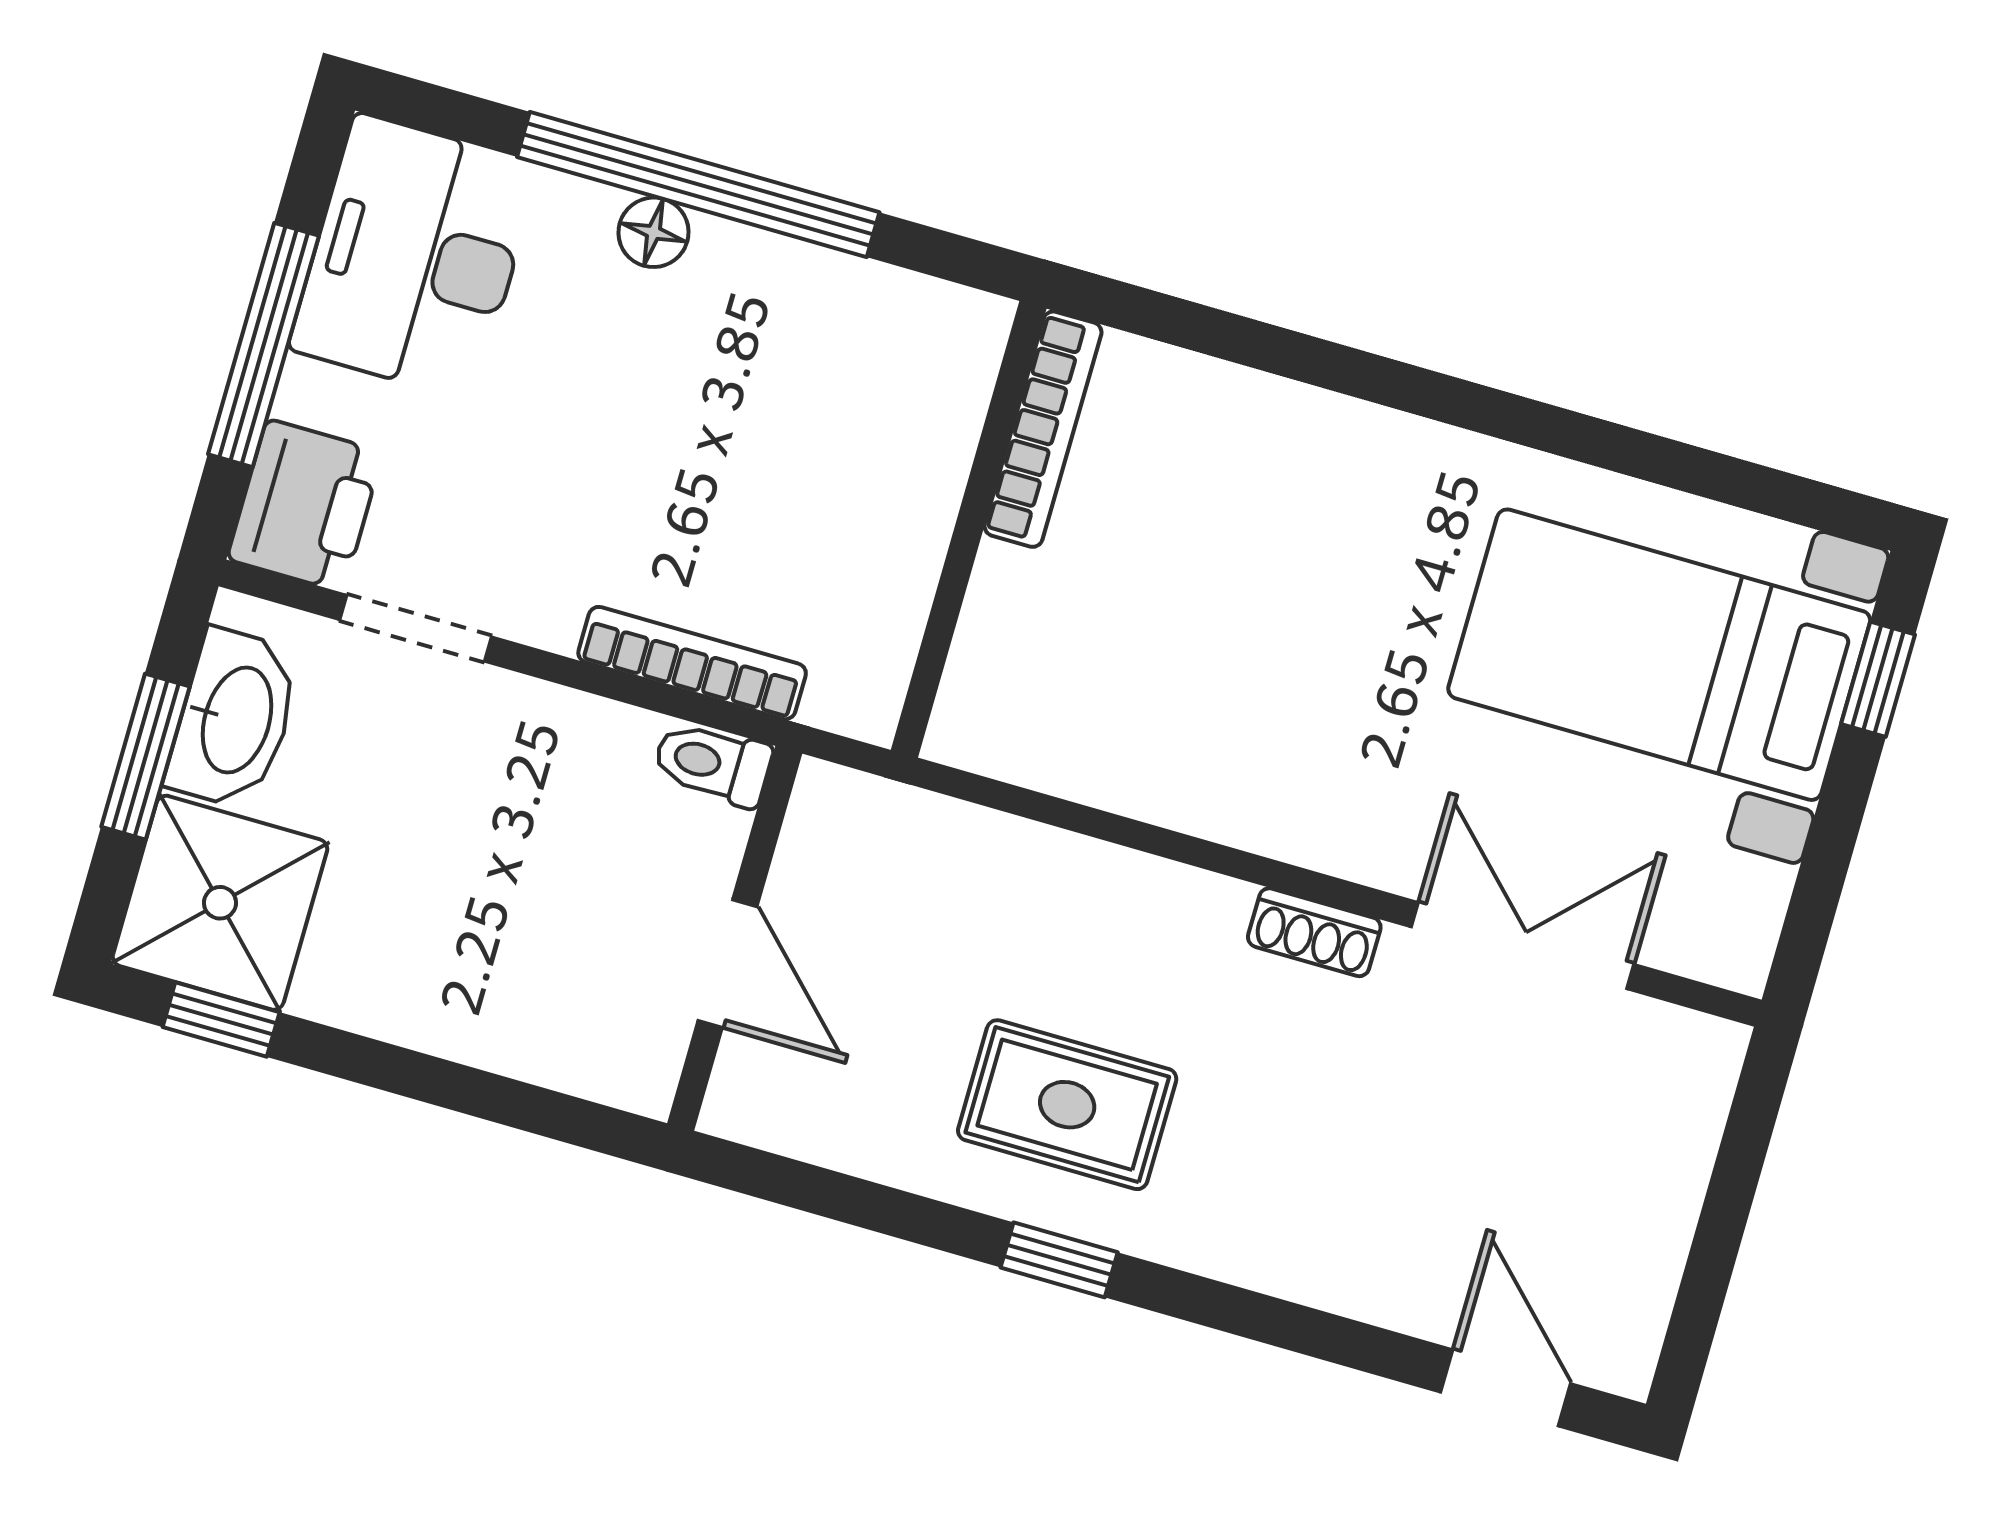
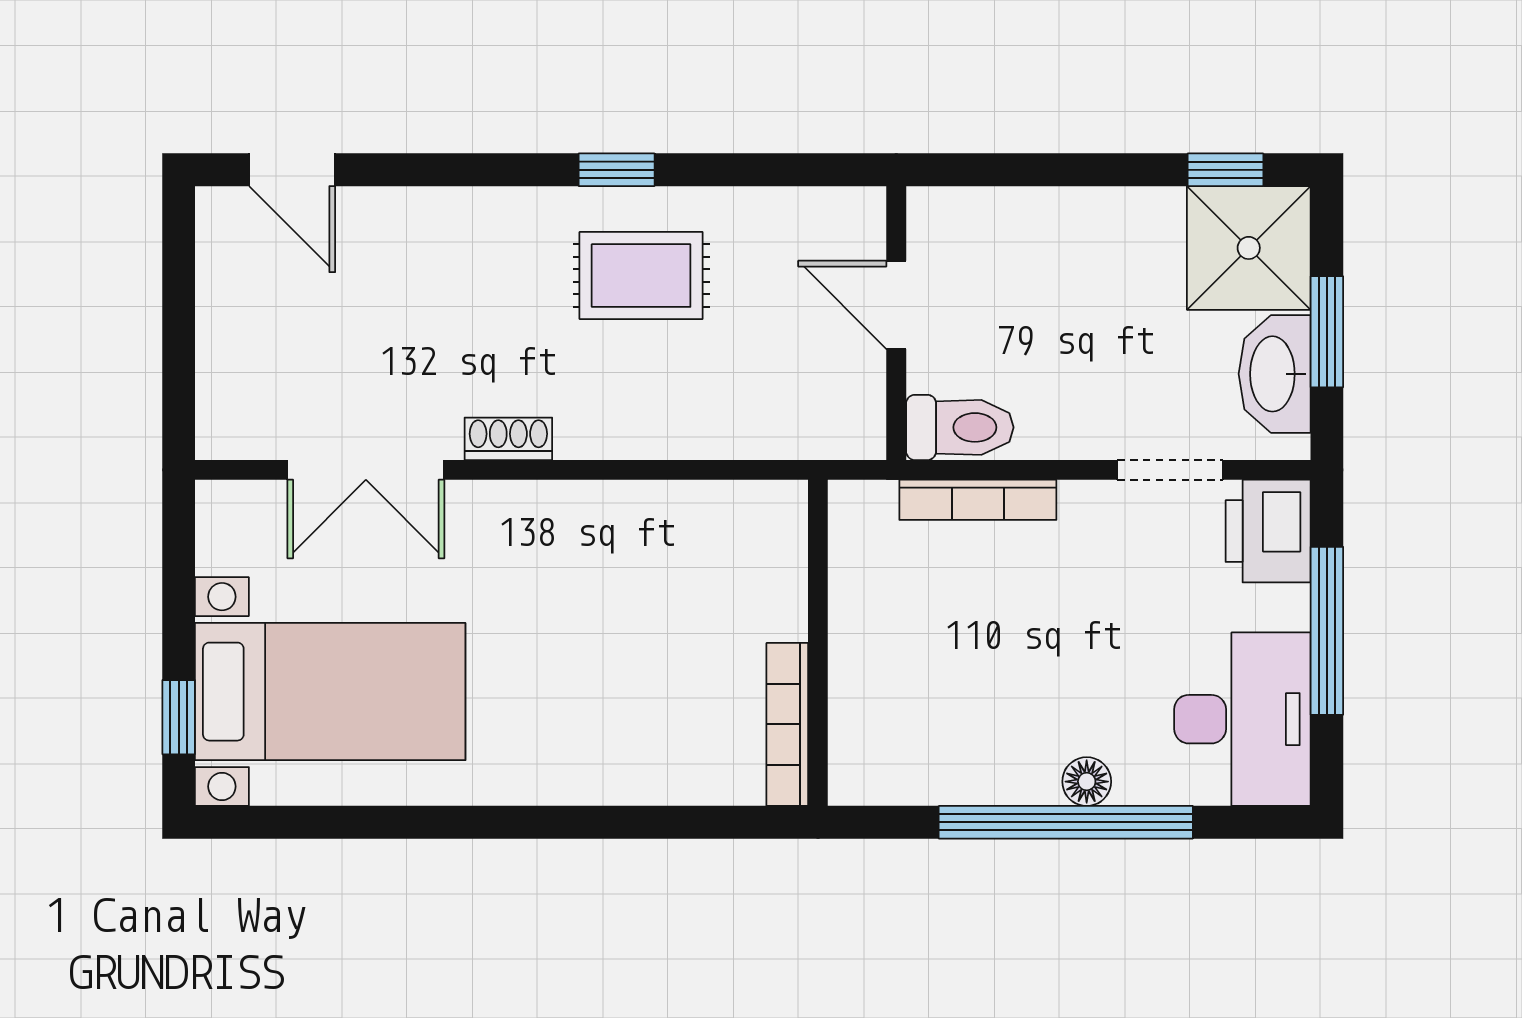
toilet: (713, 763) -> (960, 427), width x1.37, depth x1.39

